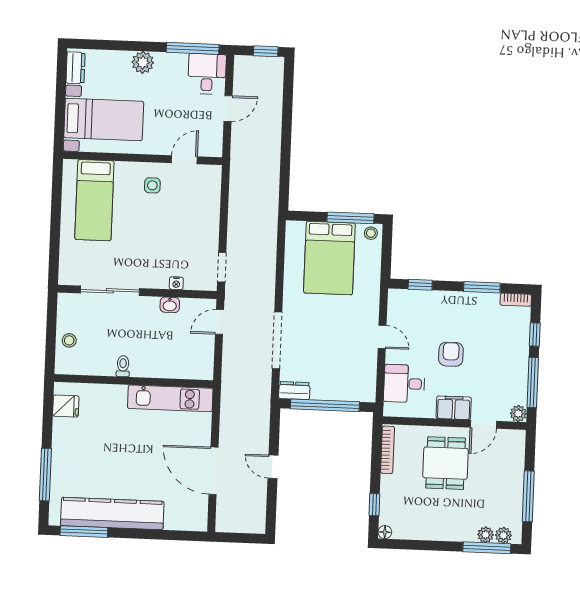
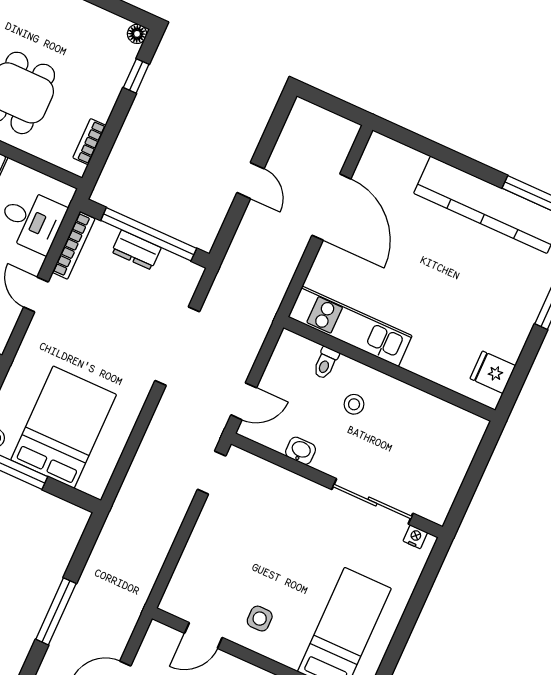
window: (286, 137) -> (56, 611), added
nightstand: (176, 283) -> (415, 537), moved
stool: (69, 340) -> (354, 404), moved
toilet: (123, 366) -> (326, 363), moved
bookcase: (371, 378) -> (74, 245), added
dresser: (294, 391) -> (136, 250), moved
bookcase: (388, 450) -> (89, 142), width x0.64

